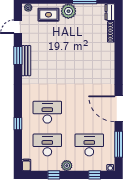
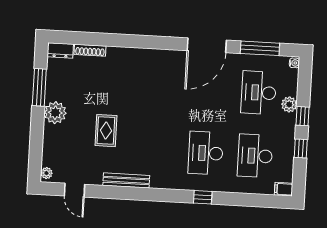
rug: (48, 15) -> (106, 131), moved
window: (18, 56) -> (118, 193), removed
window: (18, 124) -> (203, 197), moved
plant: (67, 166) -> (289, 105), moved
window: (95, 175) -> (303, 116), moved

